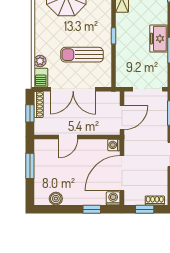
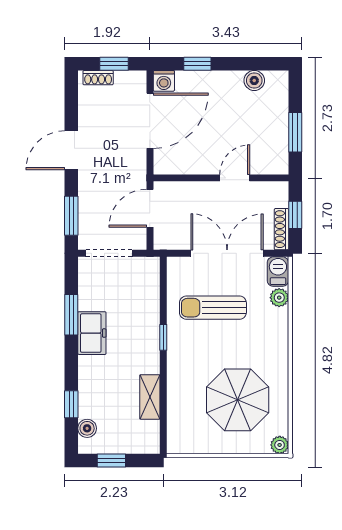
sun lounger: (82, 55) -> (213, 308), turned 180
washing machine: (114, 145) -> (163, 165), removed

